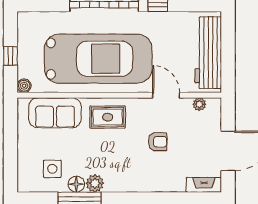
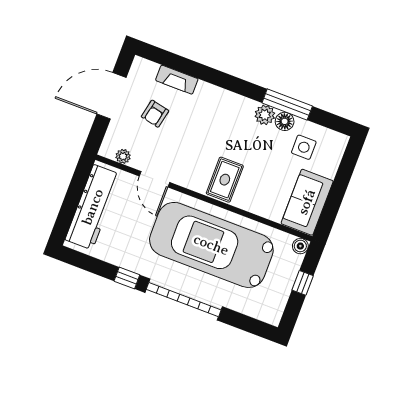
sofa: (55, 113) -> (307, 202), moved, turned -90
rug: (108, 117) -> (225, 180), turned 90
armchair: (158, 142) -> (155, 114), moved, turned -78
fireplace: (204, 185) -> (177, 80), moved

